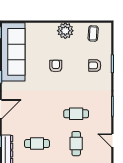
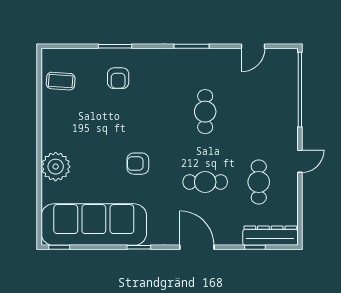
plant: (65, 31) -> (56, 167), moved
armchair: (56, 66) -> (138, 164), moved
cafe table: (76, 144) -> (205, 182), moved

